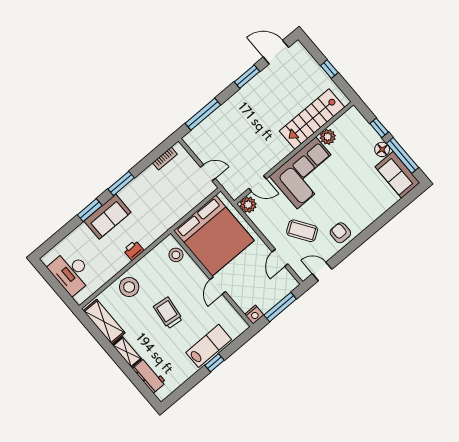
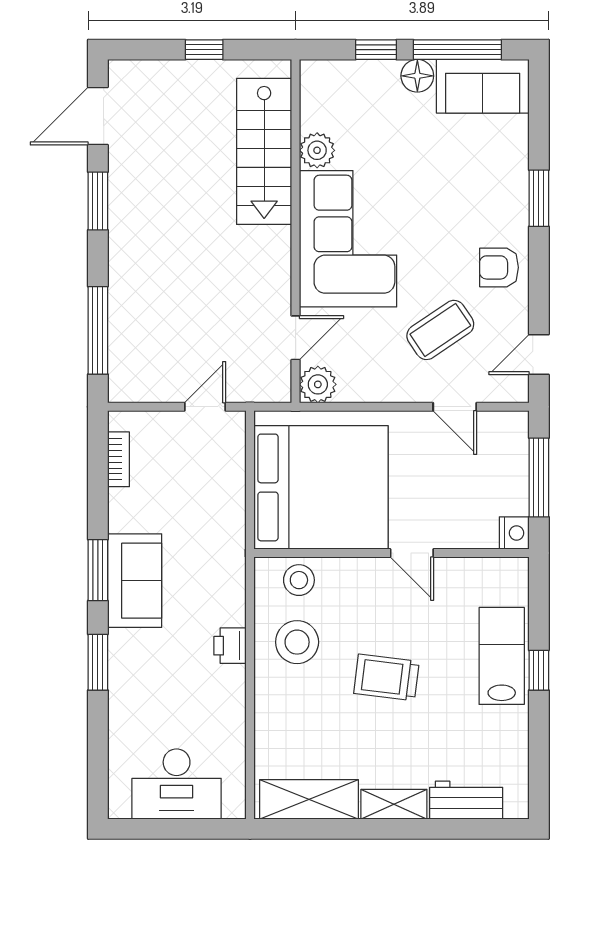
sofa: (107, 217) -> (135, 581), moved
window: (375, 226) -> (539, 198), added
stool: (129, 287) -> (297, 642), moved

